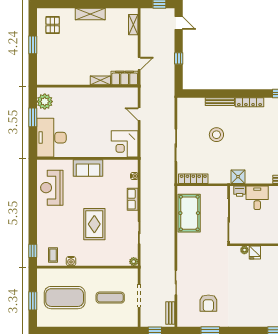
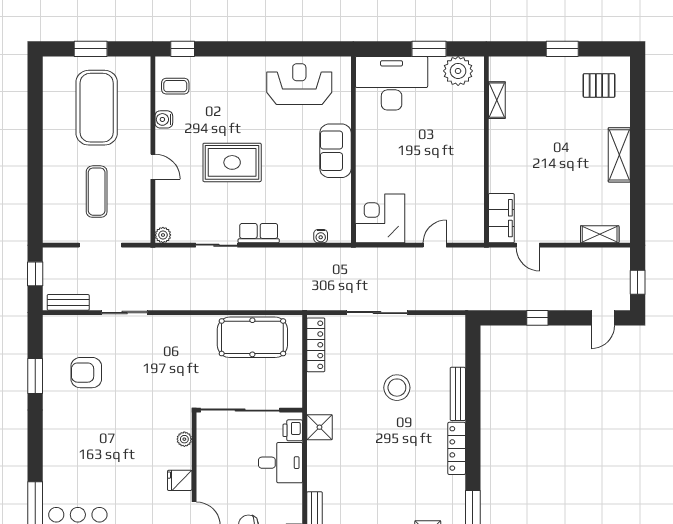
shelving: (100, 80) -> (497, 100), moved
row of seats: (133, 199) -> (259, 233), moved
fridge: (255, 253) -> (180, 480), moved
door: (97, 267) -> (153, 167), added

